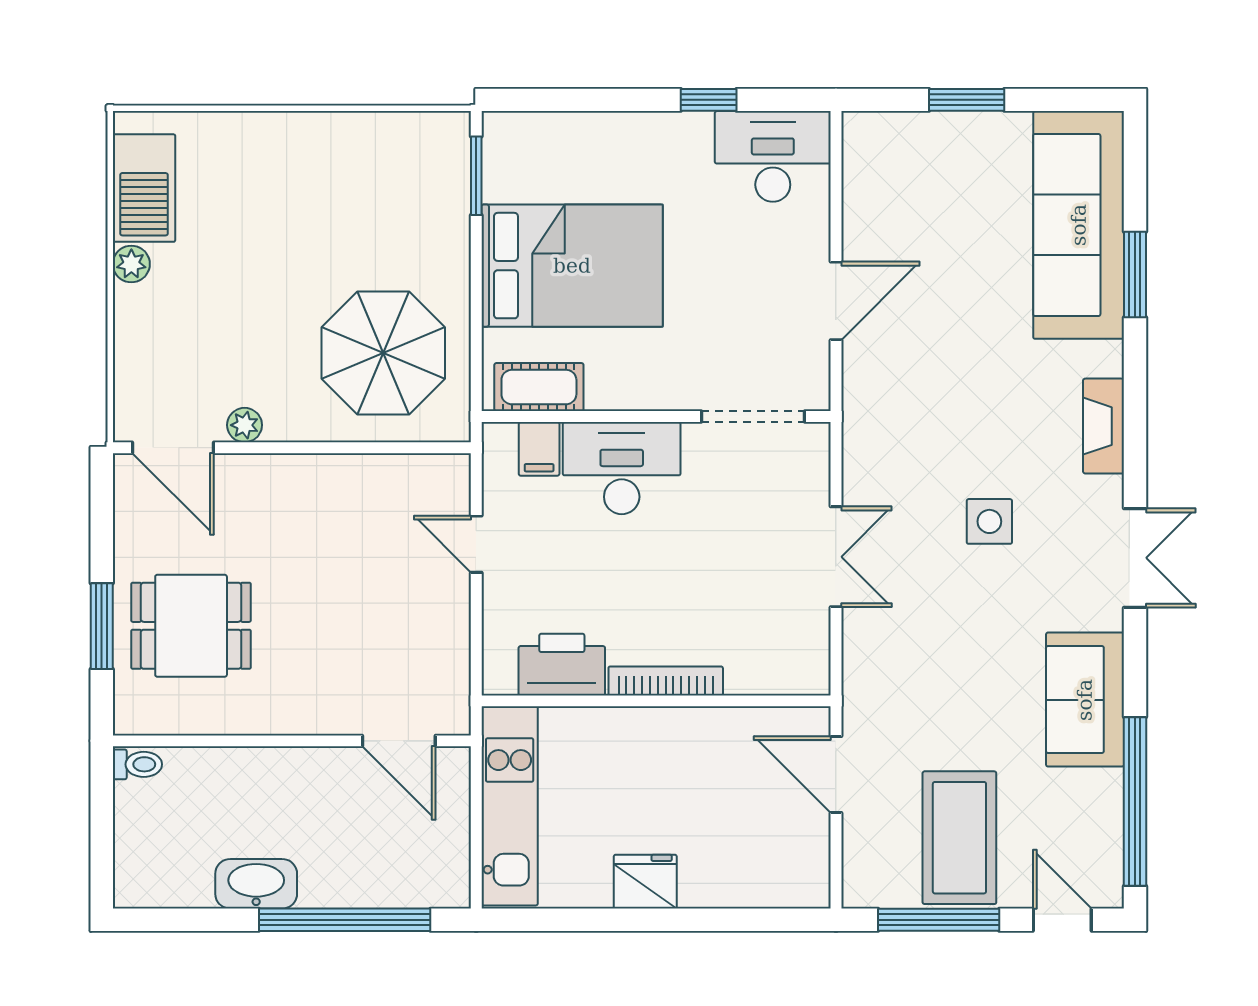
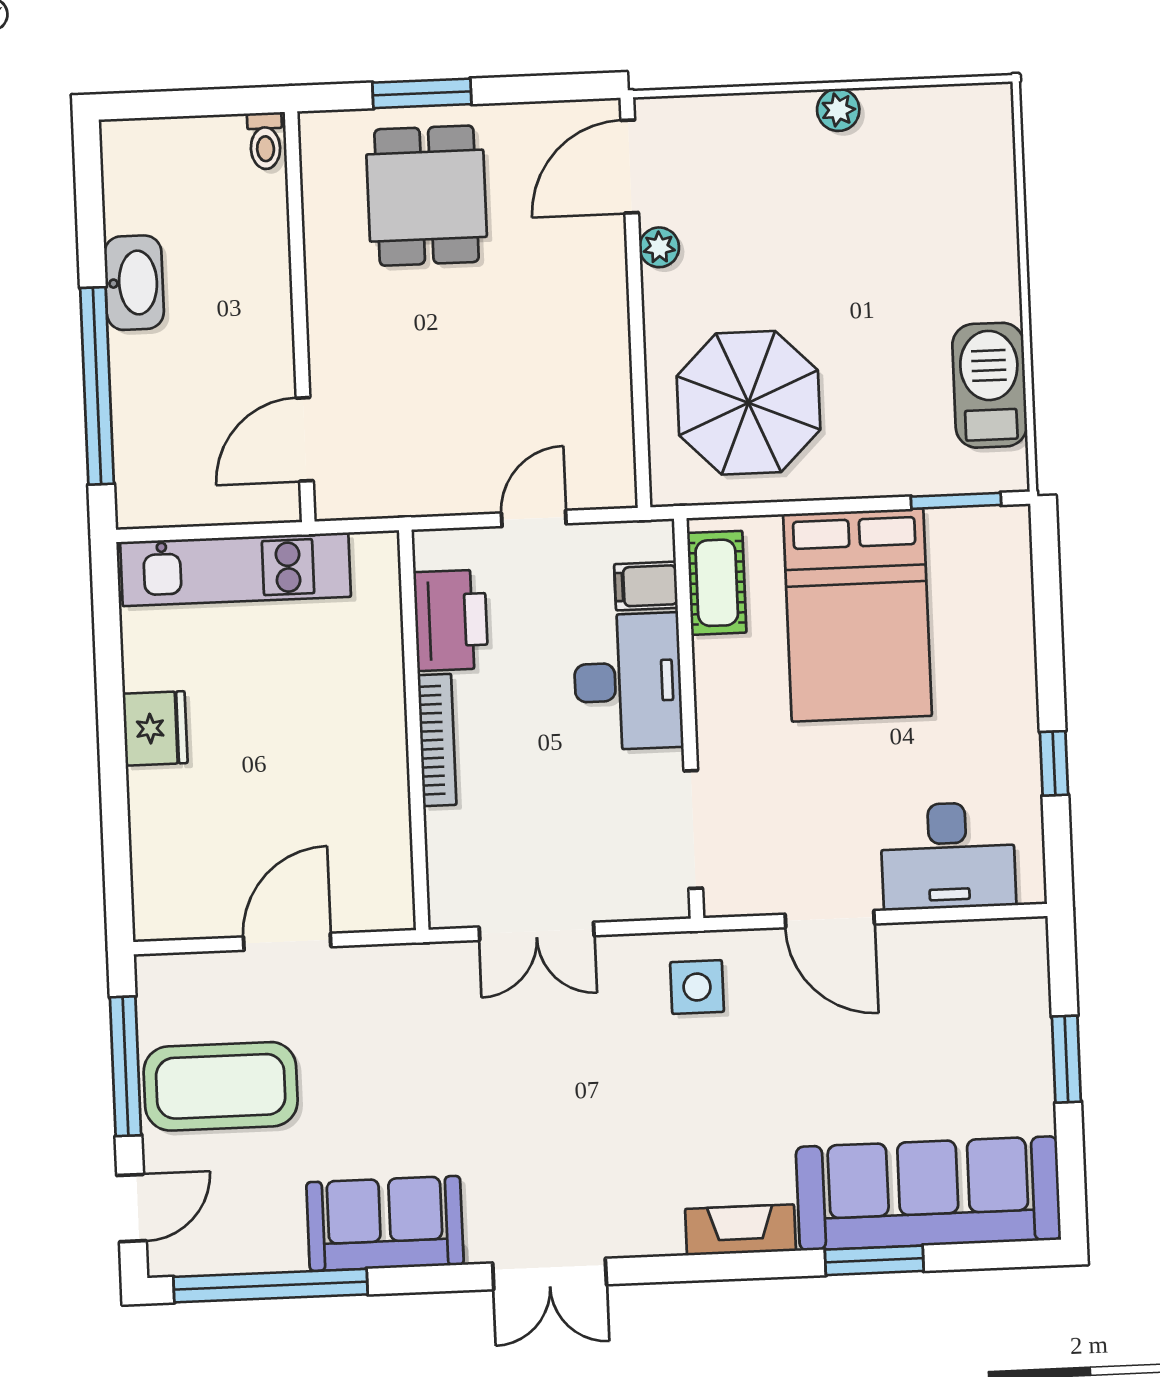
desk: (773, 156) -> (948, 856), moved, turned 90
barbecue: (144, 188) -> (990, 385), moved, turned 90
fireplace: (1103, 426) -> (740, 1230), moved
side table: (989, 521) -> (697, 987), moved
printer: (562, 665) -> (451, 620), moved
bookcase: (666, 681) -> (437, 740), moved
wall: (656, 701) -> (414, 730), moved

